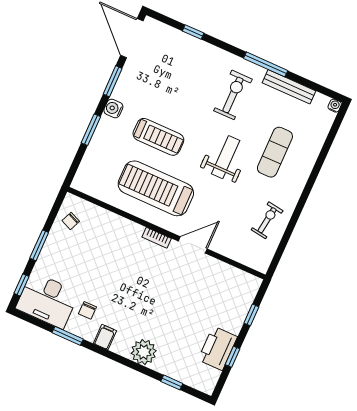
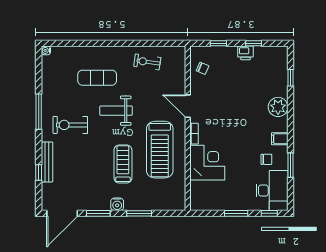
bench: (289, 87) -> (47, 162), moved
chair: (71, 221) -> (203, 68), moved
corner desk: (115, 238) -> (207, 163), added
printer: (218, 348) -> (245, 53), width x0.53, depth x0.68

